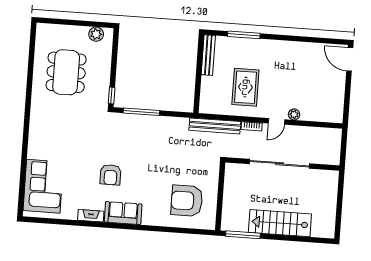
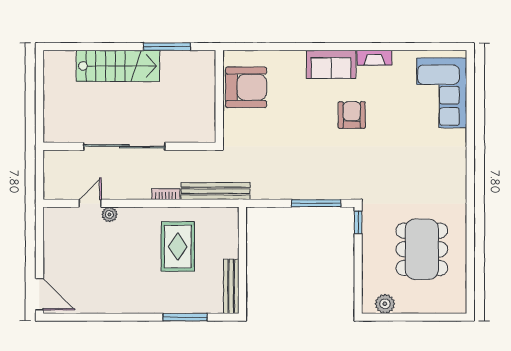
door: (277, 121) -> (90, 203), moved
wall: (220, 196) -> (219, 96), moved

